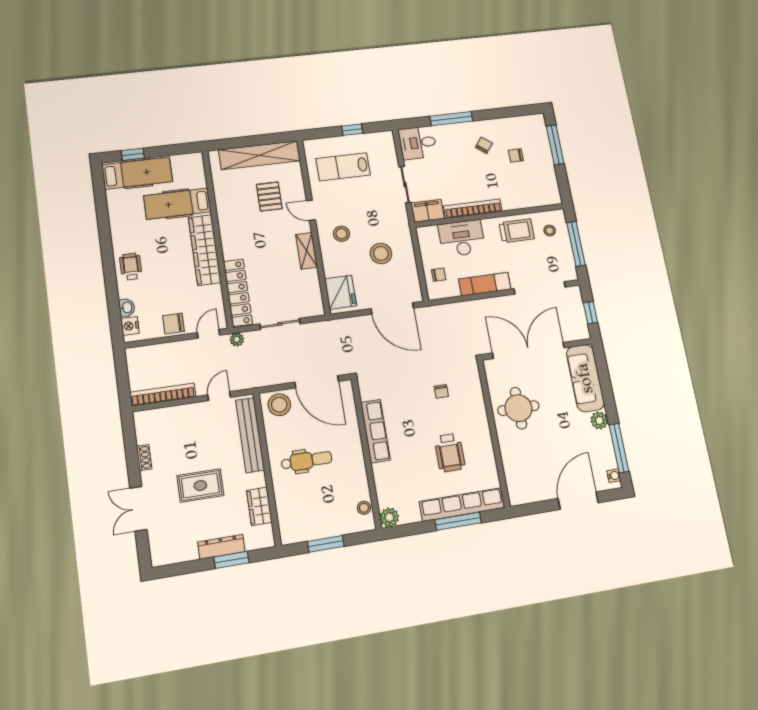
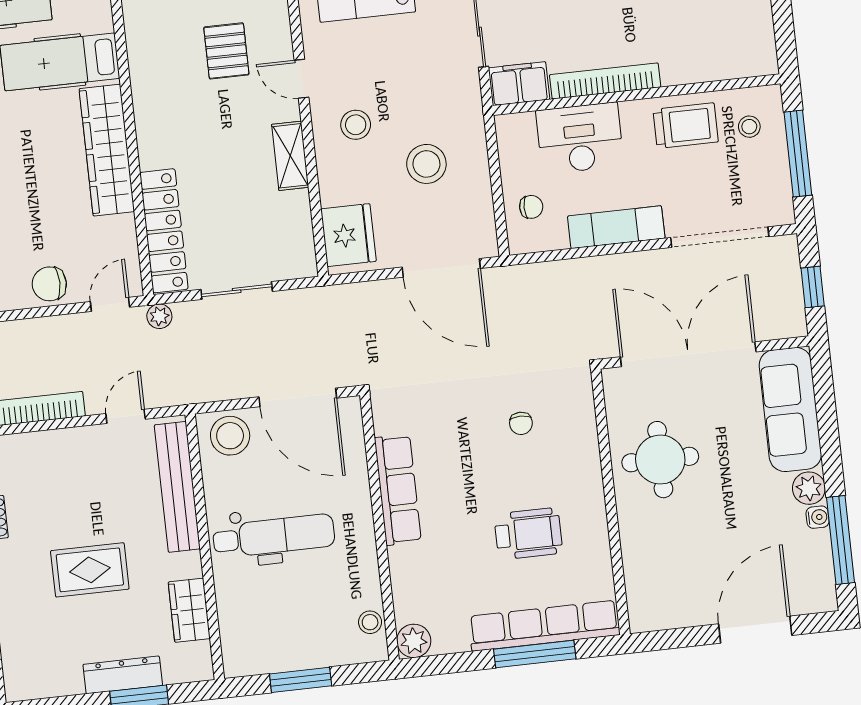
wheelchair: (450, 453) -> (528, 534), turned -90
dental chair: (307, 461) -> (274, 536), width x1.36, depth x1.38
water cooler: (614, 476) -> (818, 517), moved

